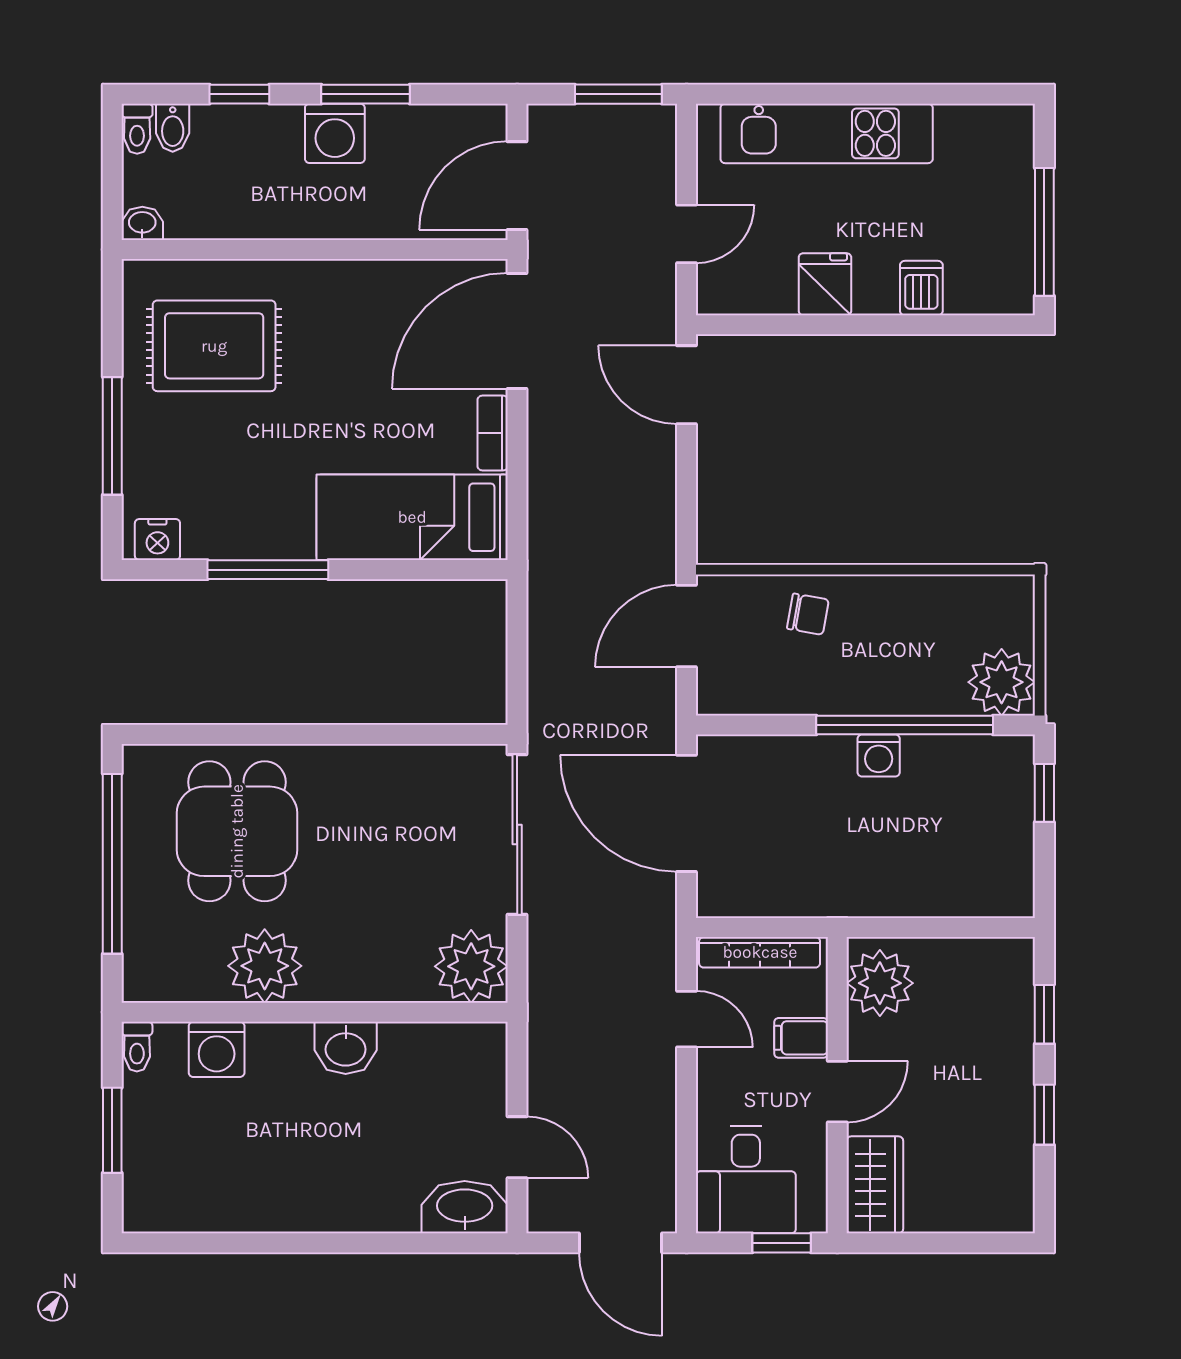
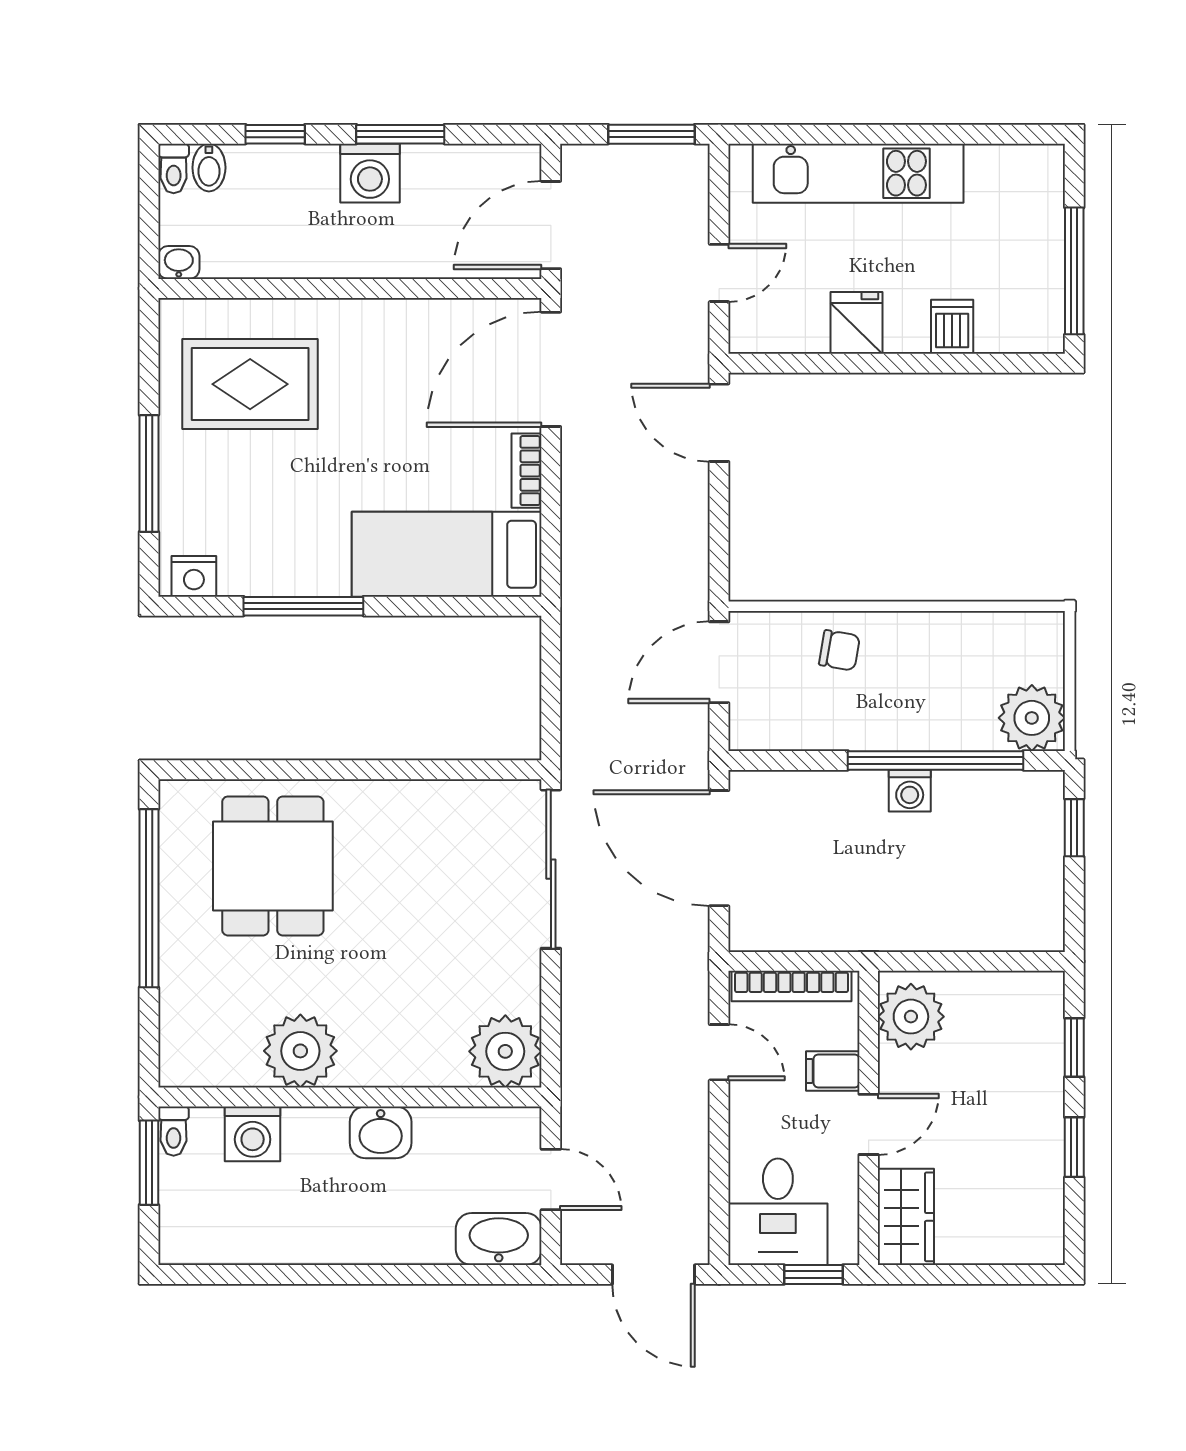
plant: (265, 966) -> (300, 1051), moved
plant: (471, 966) -> (505, 1051), moved
wall: (315, 1012) -> (350, 1097), moved
toilet: (137, 1047) -> (174, 1131), moved
washbasin: (346, 1048) -> (381, 1132), moved
washing machine: (217, 1049) -> (253, 1134), moved

